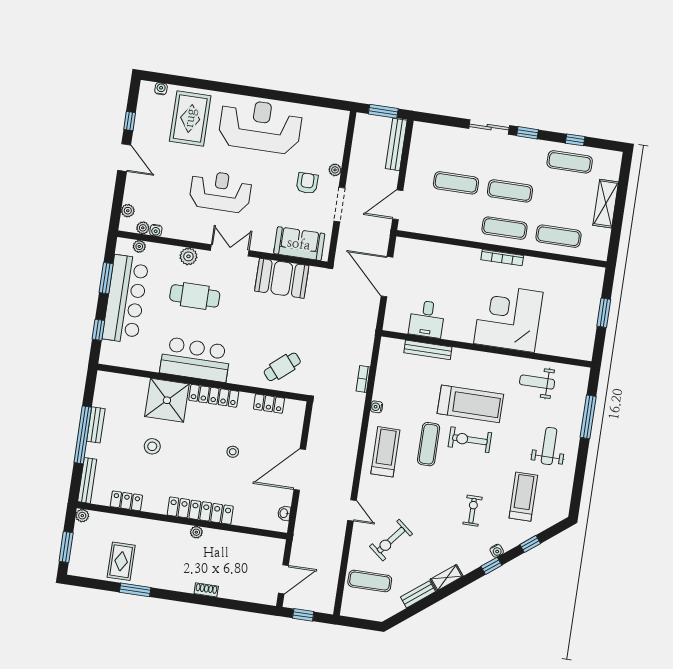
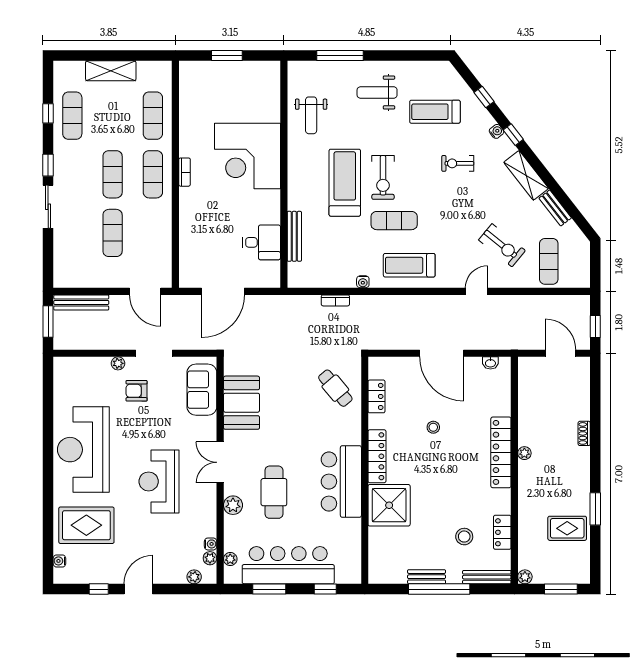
bookcase: (502, 258) -> (185, 172), width x0.64
stool: (152, 446) -> (464, 537), moved
shelving: (447, 578) -> (526, 175), width x1.50, depth x1.33

